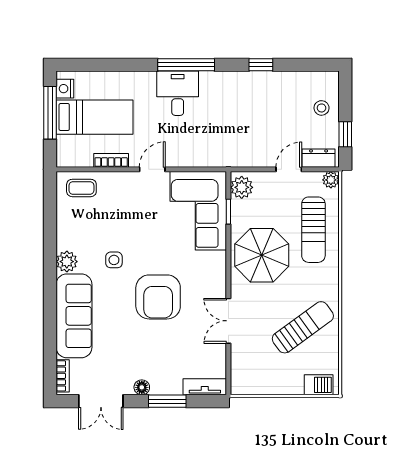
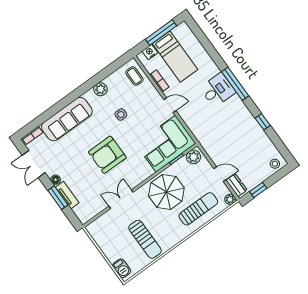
nightstand: (65, 89) -> (150, 52), moved
stool: (322, 108) -> (275, 164), moved
sun lounger: (313, 230) -> (198, 209), turned 180
side table: (114, 260) -> (121, 115), moved
plant: (67, 262) -> (101, 89), moved
sun lounger: (303, 327) -> (145, 239), turned 36
tv unit: (205, 387) -> (67, 195), moved

